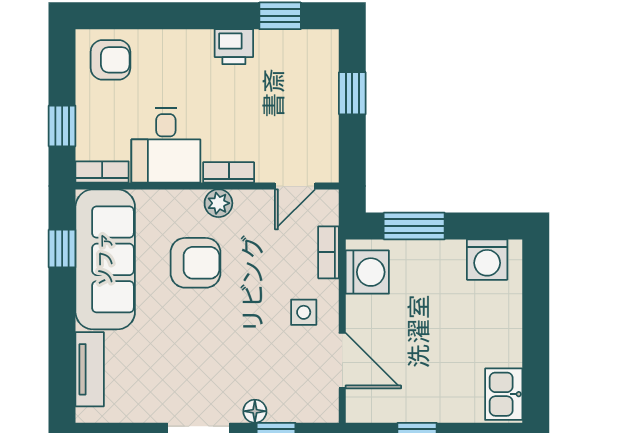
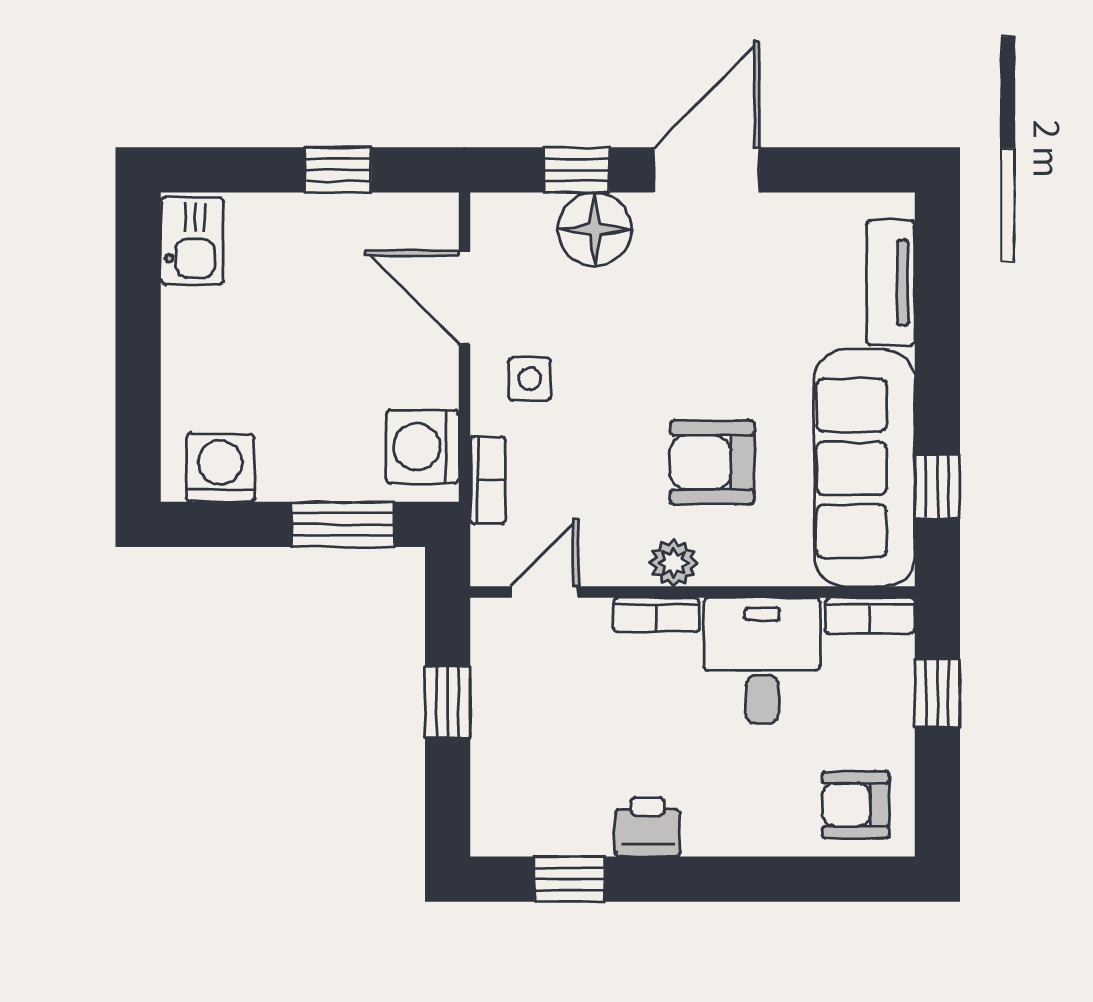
window: (352, 93) -> (448, 702), moved
floor lamp: (255, 411) -> (595, 229), width x1.89, depth x1.89

